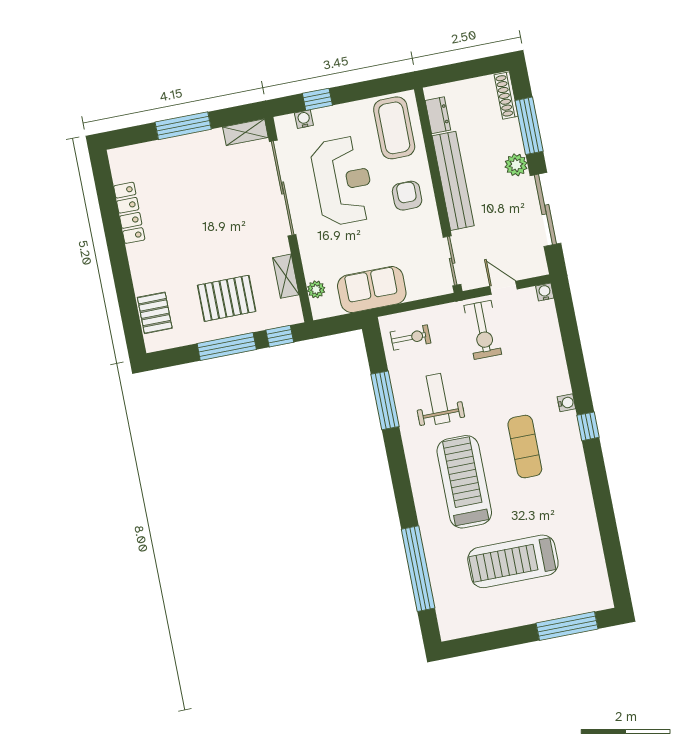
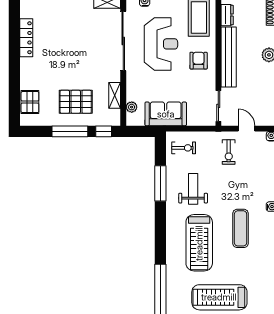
exercise bike: (483, 330) -> (229, 152), width x0.73, depth x0.72
treadmill: (464, 482) -> (199, 243), turned 180

